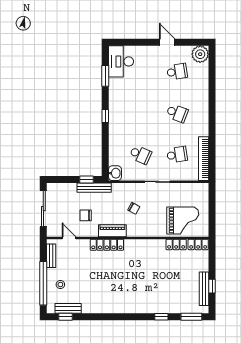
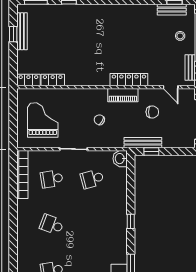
school desk: (140, 155) -> (92, 179), turned -39
grand piano: (183, 220) -> (43, 120), moved, turned 90

